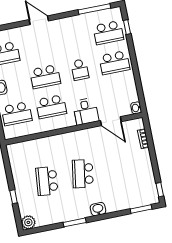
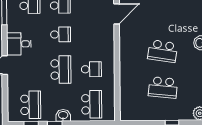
school desk: (51, 107) -> (91, 69), width x0.54
desk: (86, 111) -> (19, 44), moved, turned 180

